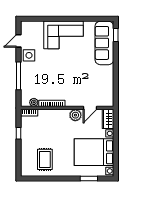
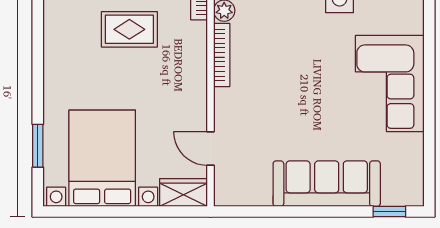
sofa: (104, 43) -> (327, 184), moved
plant: (75, 115) -> (193, 113), removed
rug: (45, 159) -> (129, 29), moved

